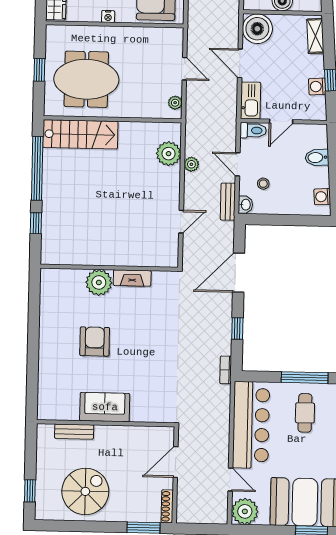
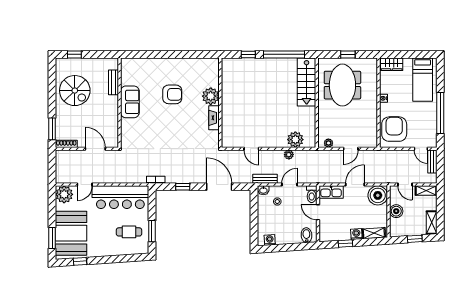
washing machine: (317, 86) -> (356, 234), moved
bidet: (317, 158) -> (306, 235), moved
window: (305, 378) -> (152, 231), width x0.69

